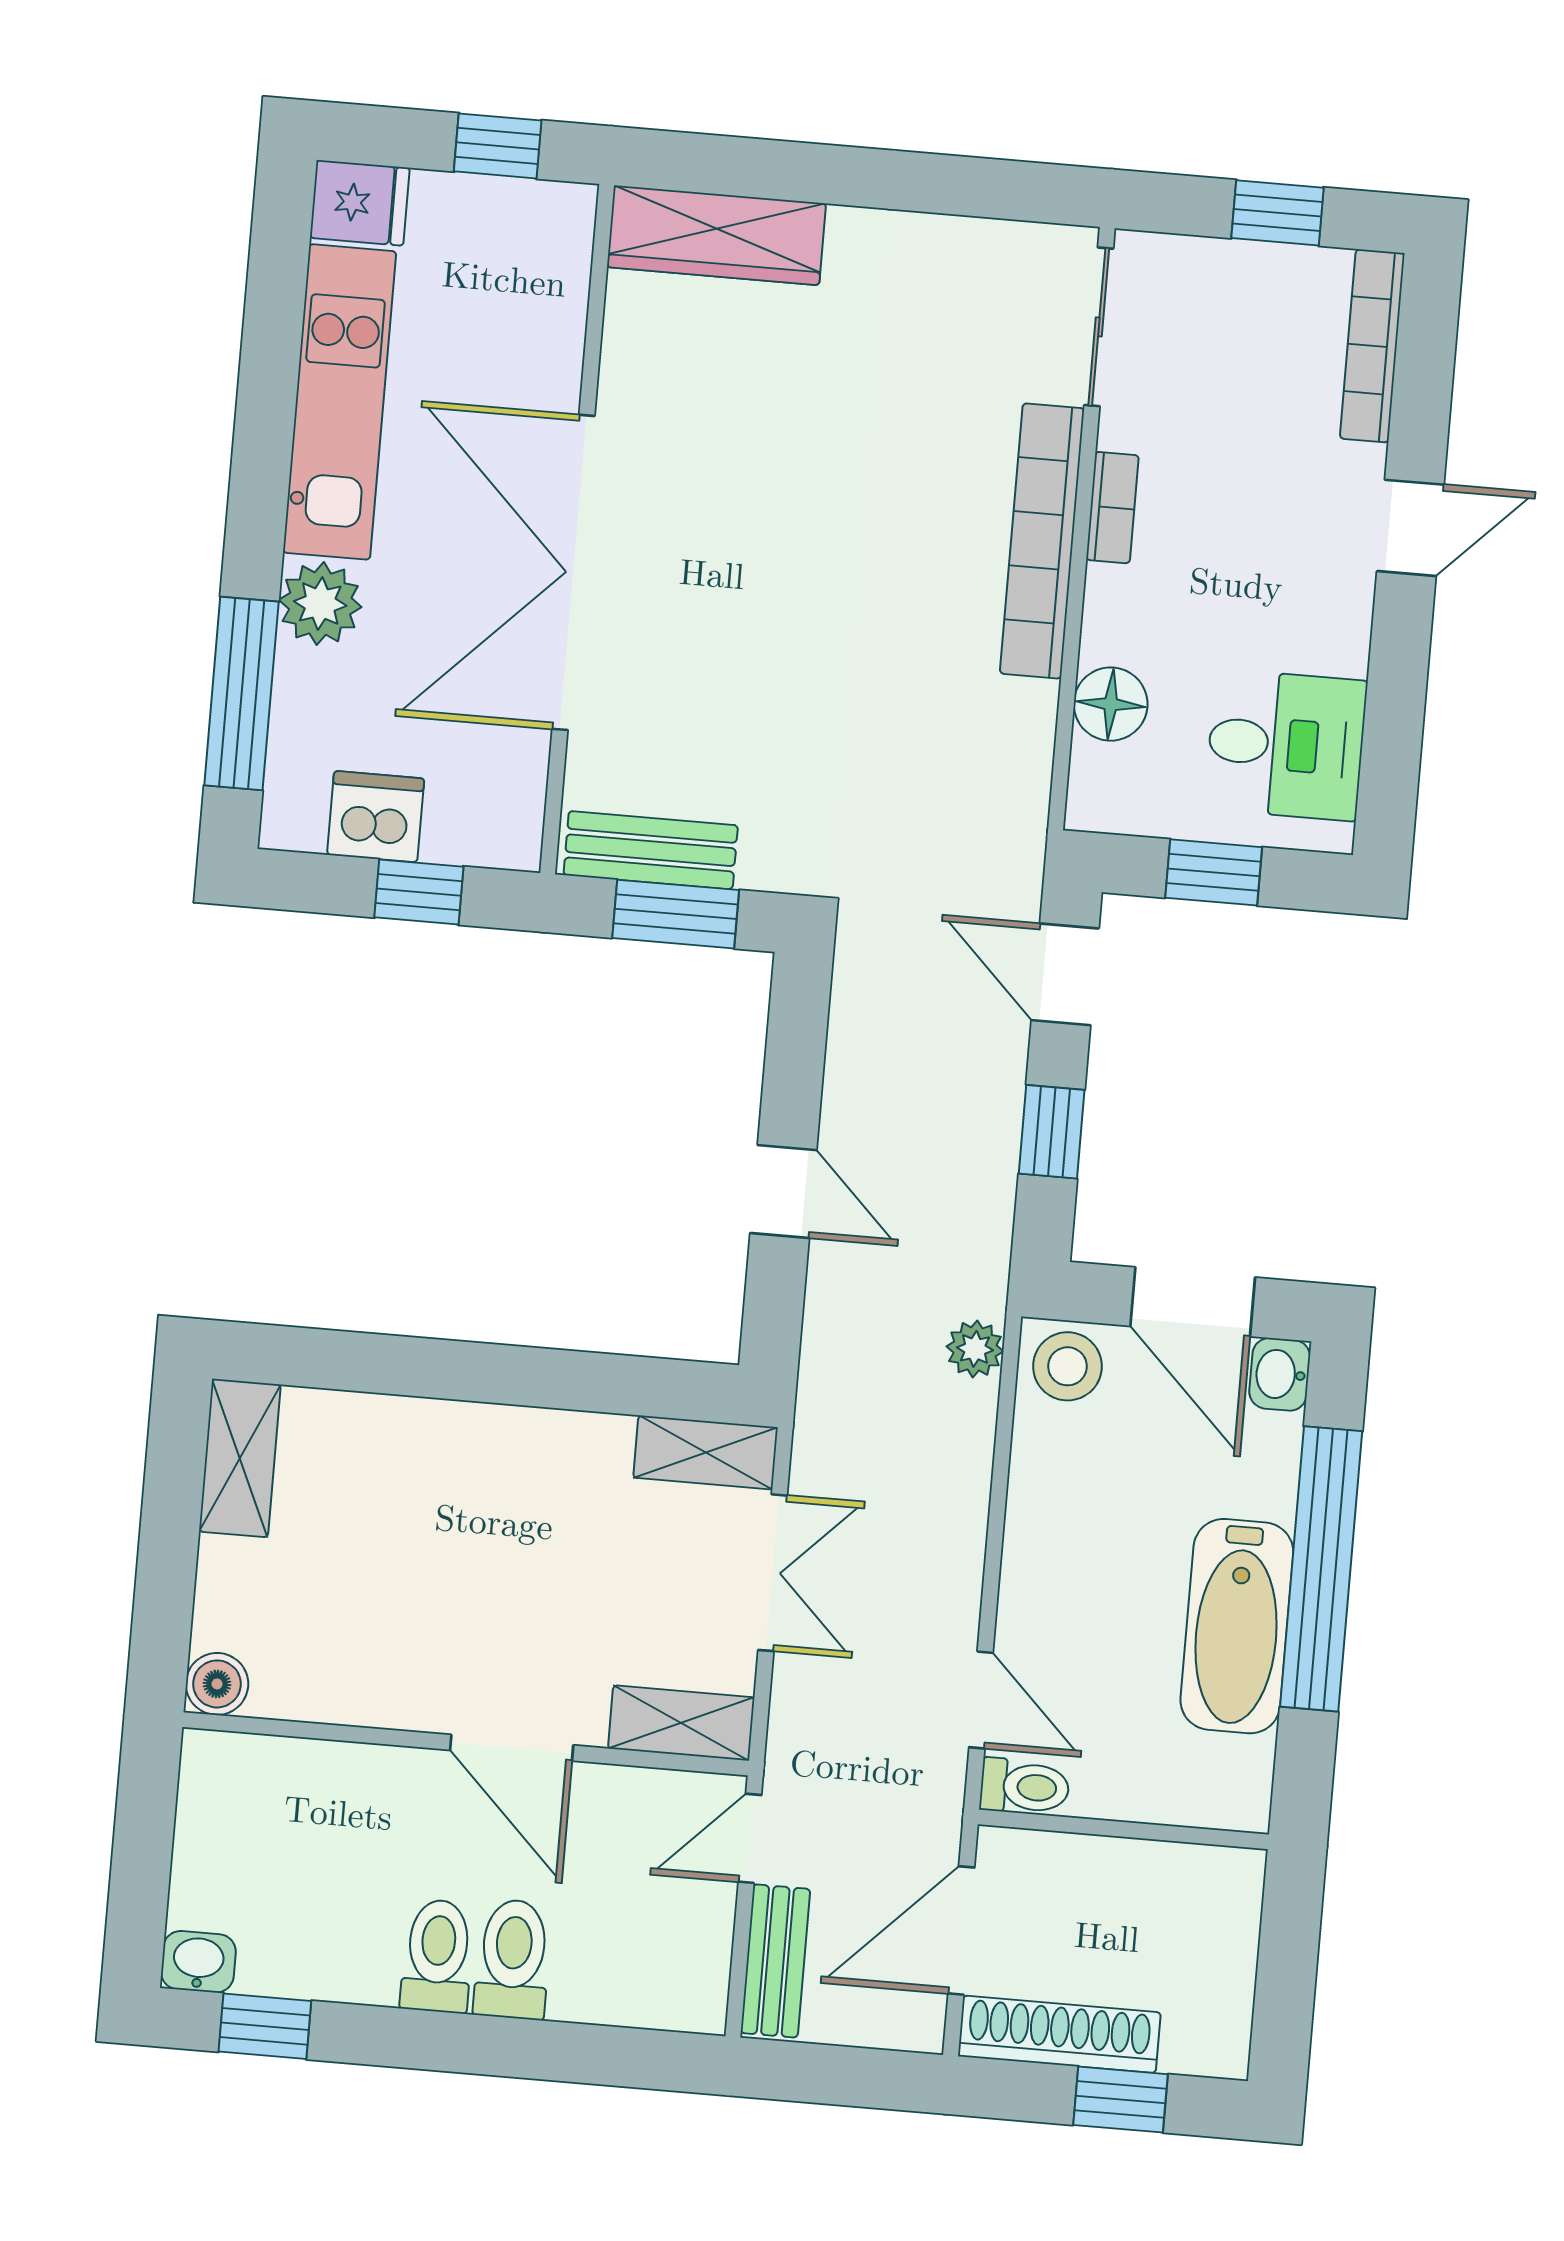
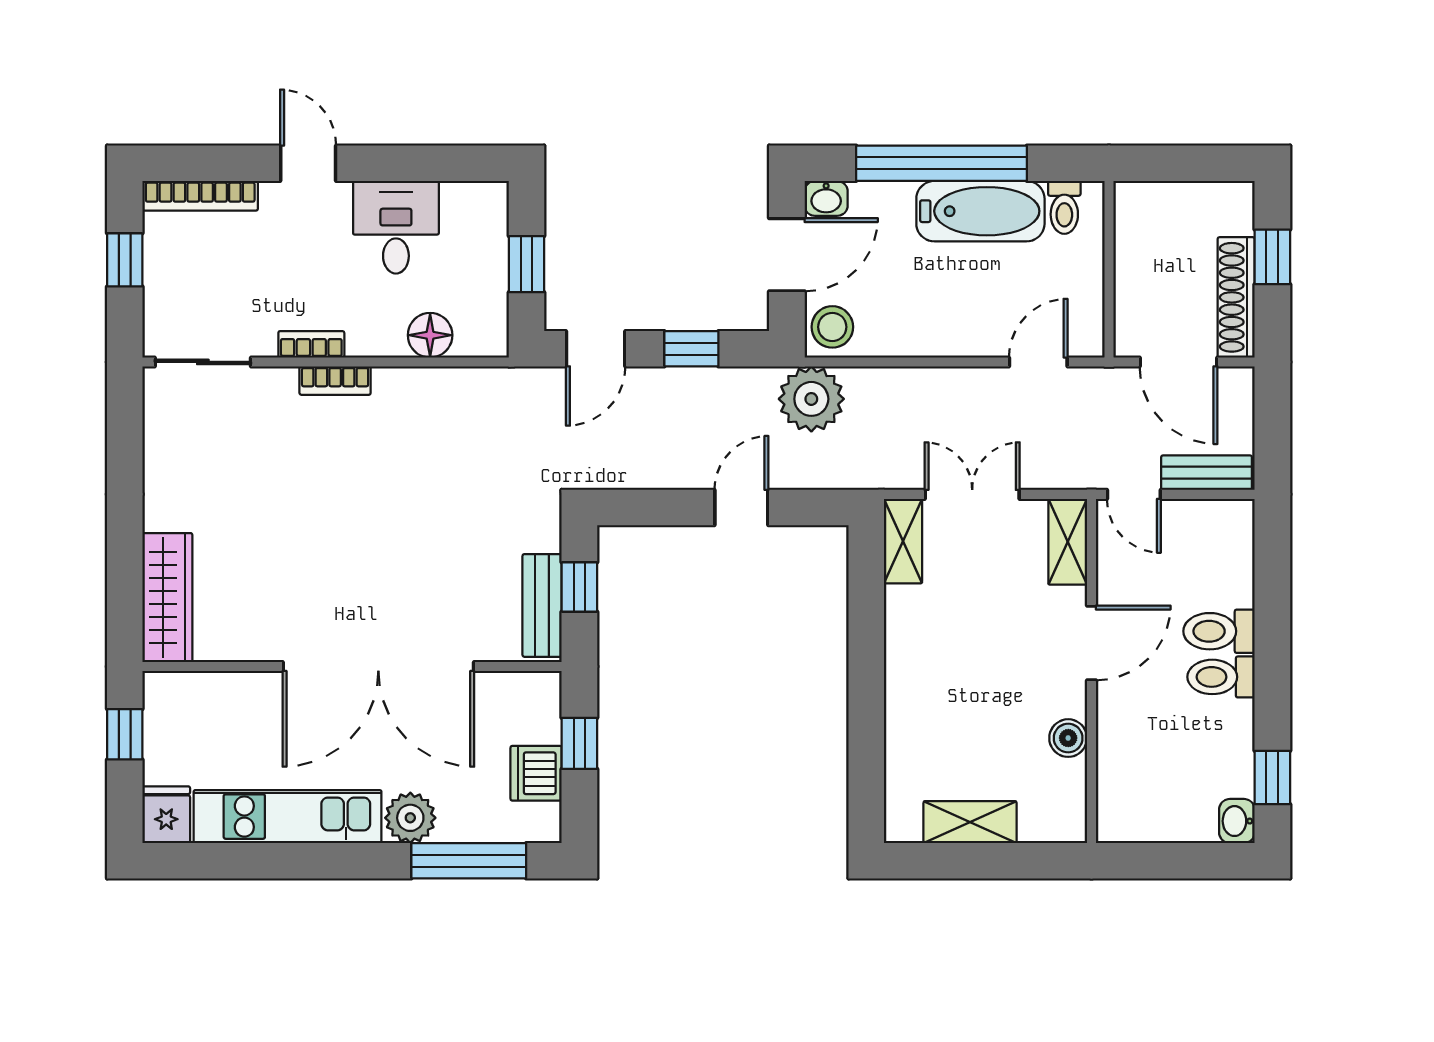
bookcase: (1042, 541) -> (335, 381), width x0.43, depth x0.76
desk: (1286, 745) -> (396, 227), moved
window: (676, 914) -> (579, 587), width x0.67
plant: (975, 1349) -> (811, 399), width x1.87, depth x1.87
shelving: (240, 1458) -> (970, 822), moved
boiler: (217, 1684) -> (1068, 738), moved
toilet: (1025, 1787) -> (1064, 207), moved, turned 180

